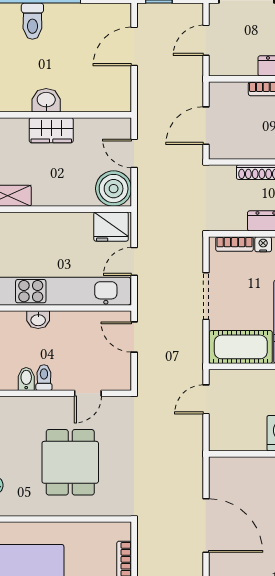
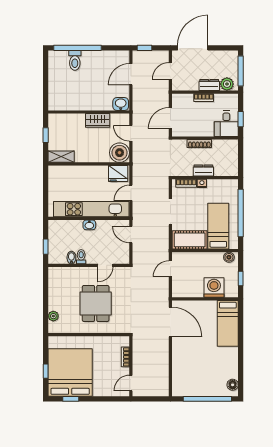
washbasin: (46, 100) -> (121, 104), moved
wardrobe: (51, 130) -> (98, 120), moved
washbasin: (38, 320) -> (89, 225), moved
door: (206, 526) -> (170, 322), moved

